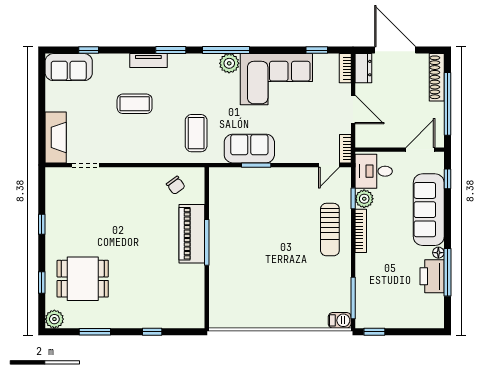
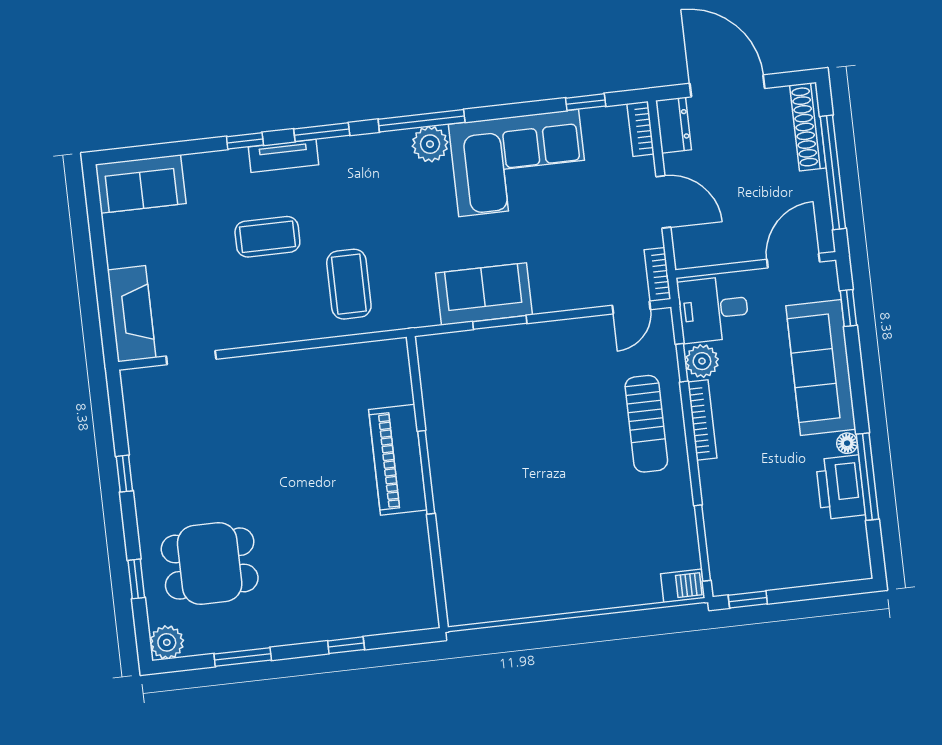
window: (89, 50) -> (245, 141), moved
coffee table: (196, 133) -> (349, 284), moved
chair: (176, 185) -> (358, 376), removed

